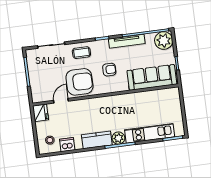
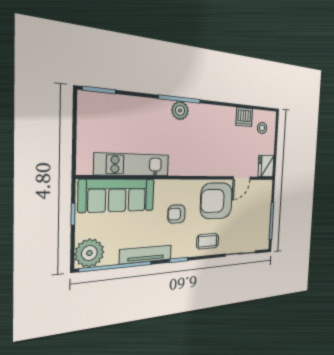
kitchen unit: (150, 133) -> (132, 165), moved, turned 180
kitchen counter: (97, 140) -> (208, 115), removed

